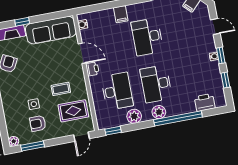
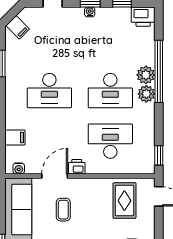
filing cabinet: (121, 14) -> (15, 137), moved
coffee table: (61, 89) -> (63, 210), moved
printer: (205, 102) -> (143, 17), moved, turned -90
plant: (134, 116) -> (146, 75), moved

